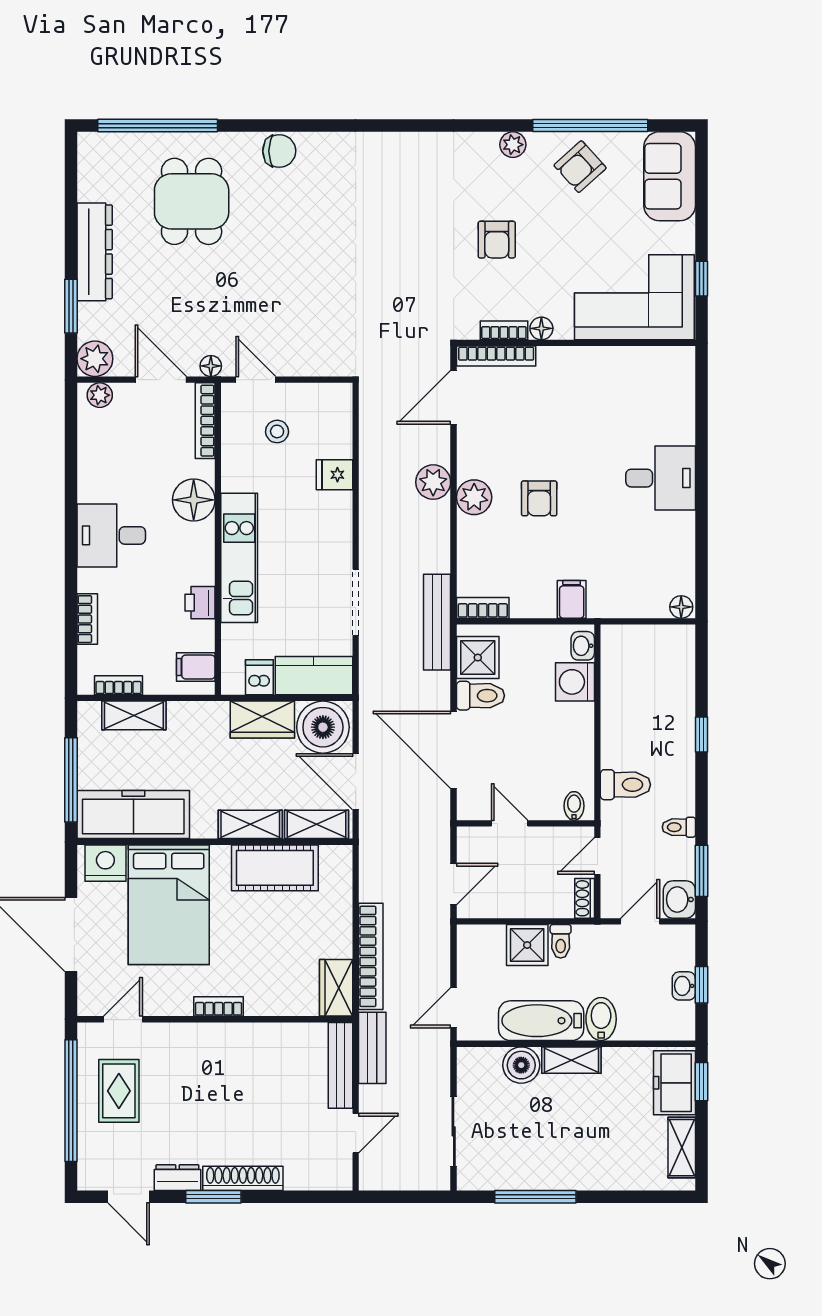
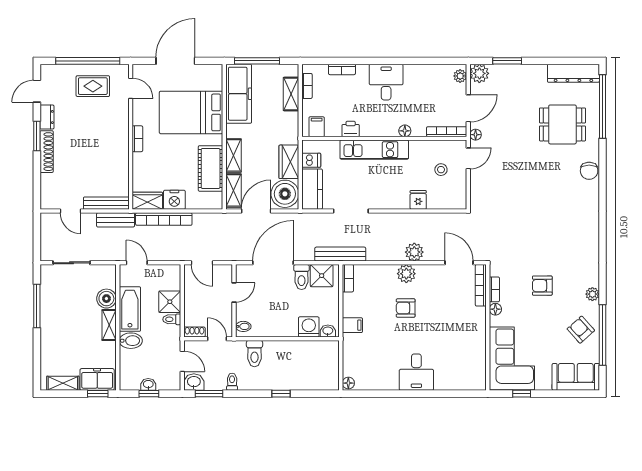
dresser: (95, 252) -> (573, 73), moved
floor lamp: (194, 500) -> (405, 131), width x0.53, depth x0.53
nightstand: (105, 863) -> (174, 200), moved, turned 90

